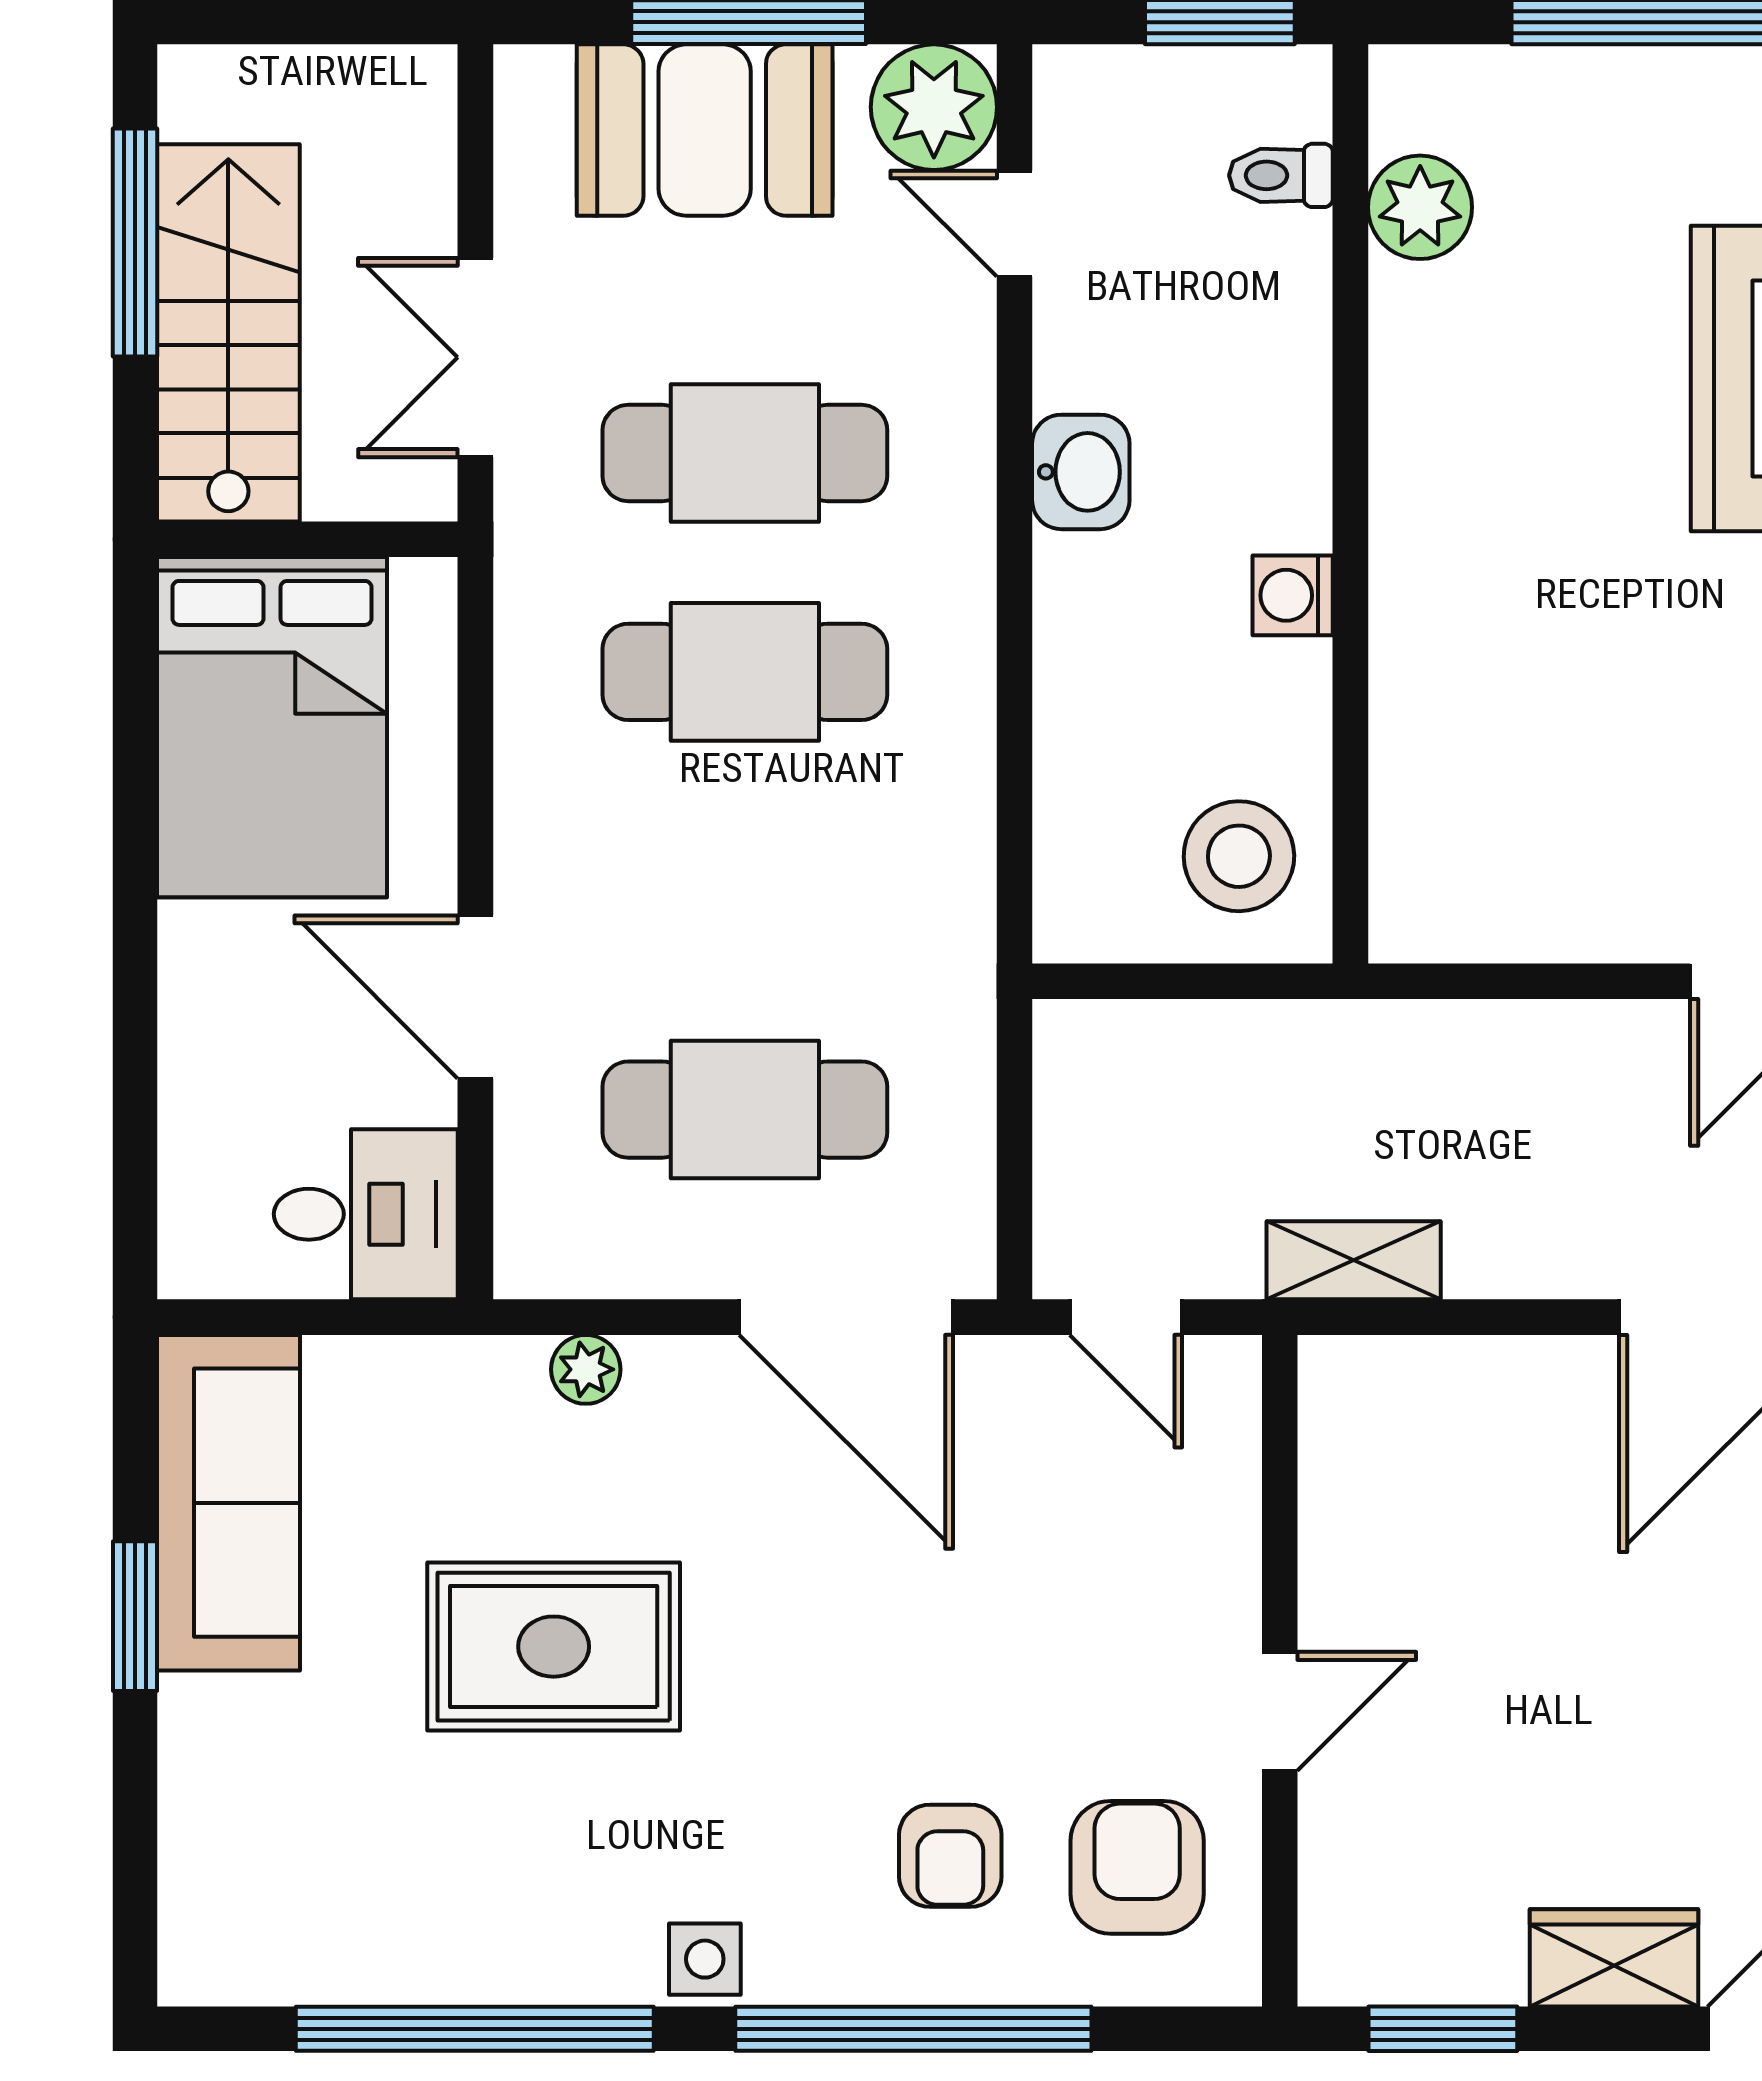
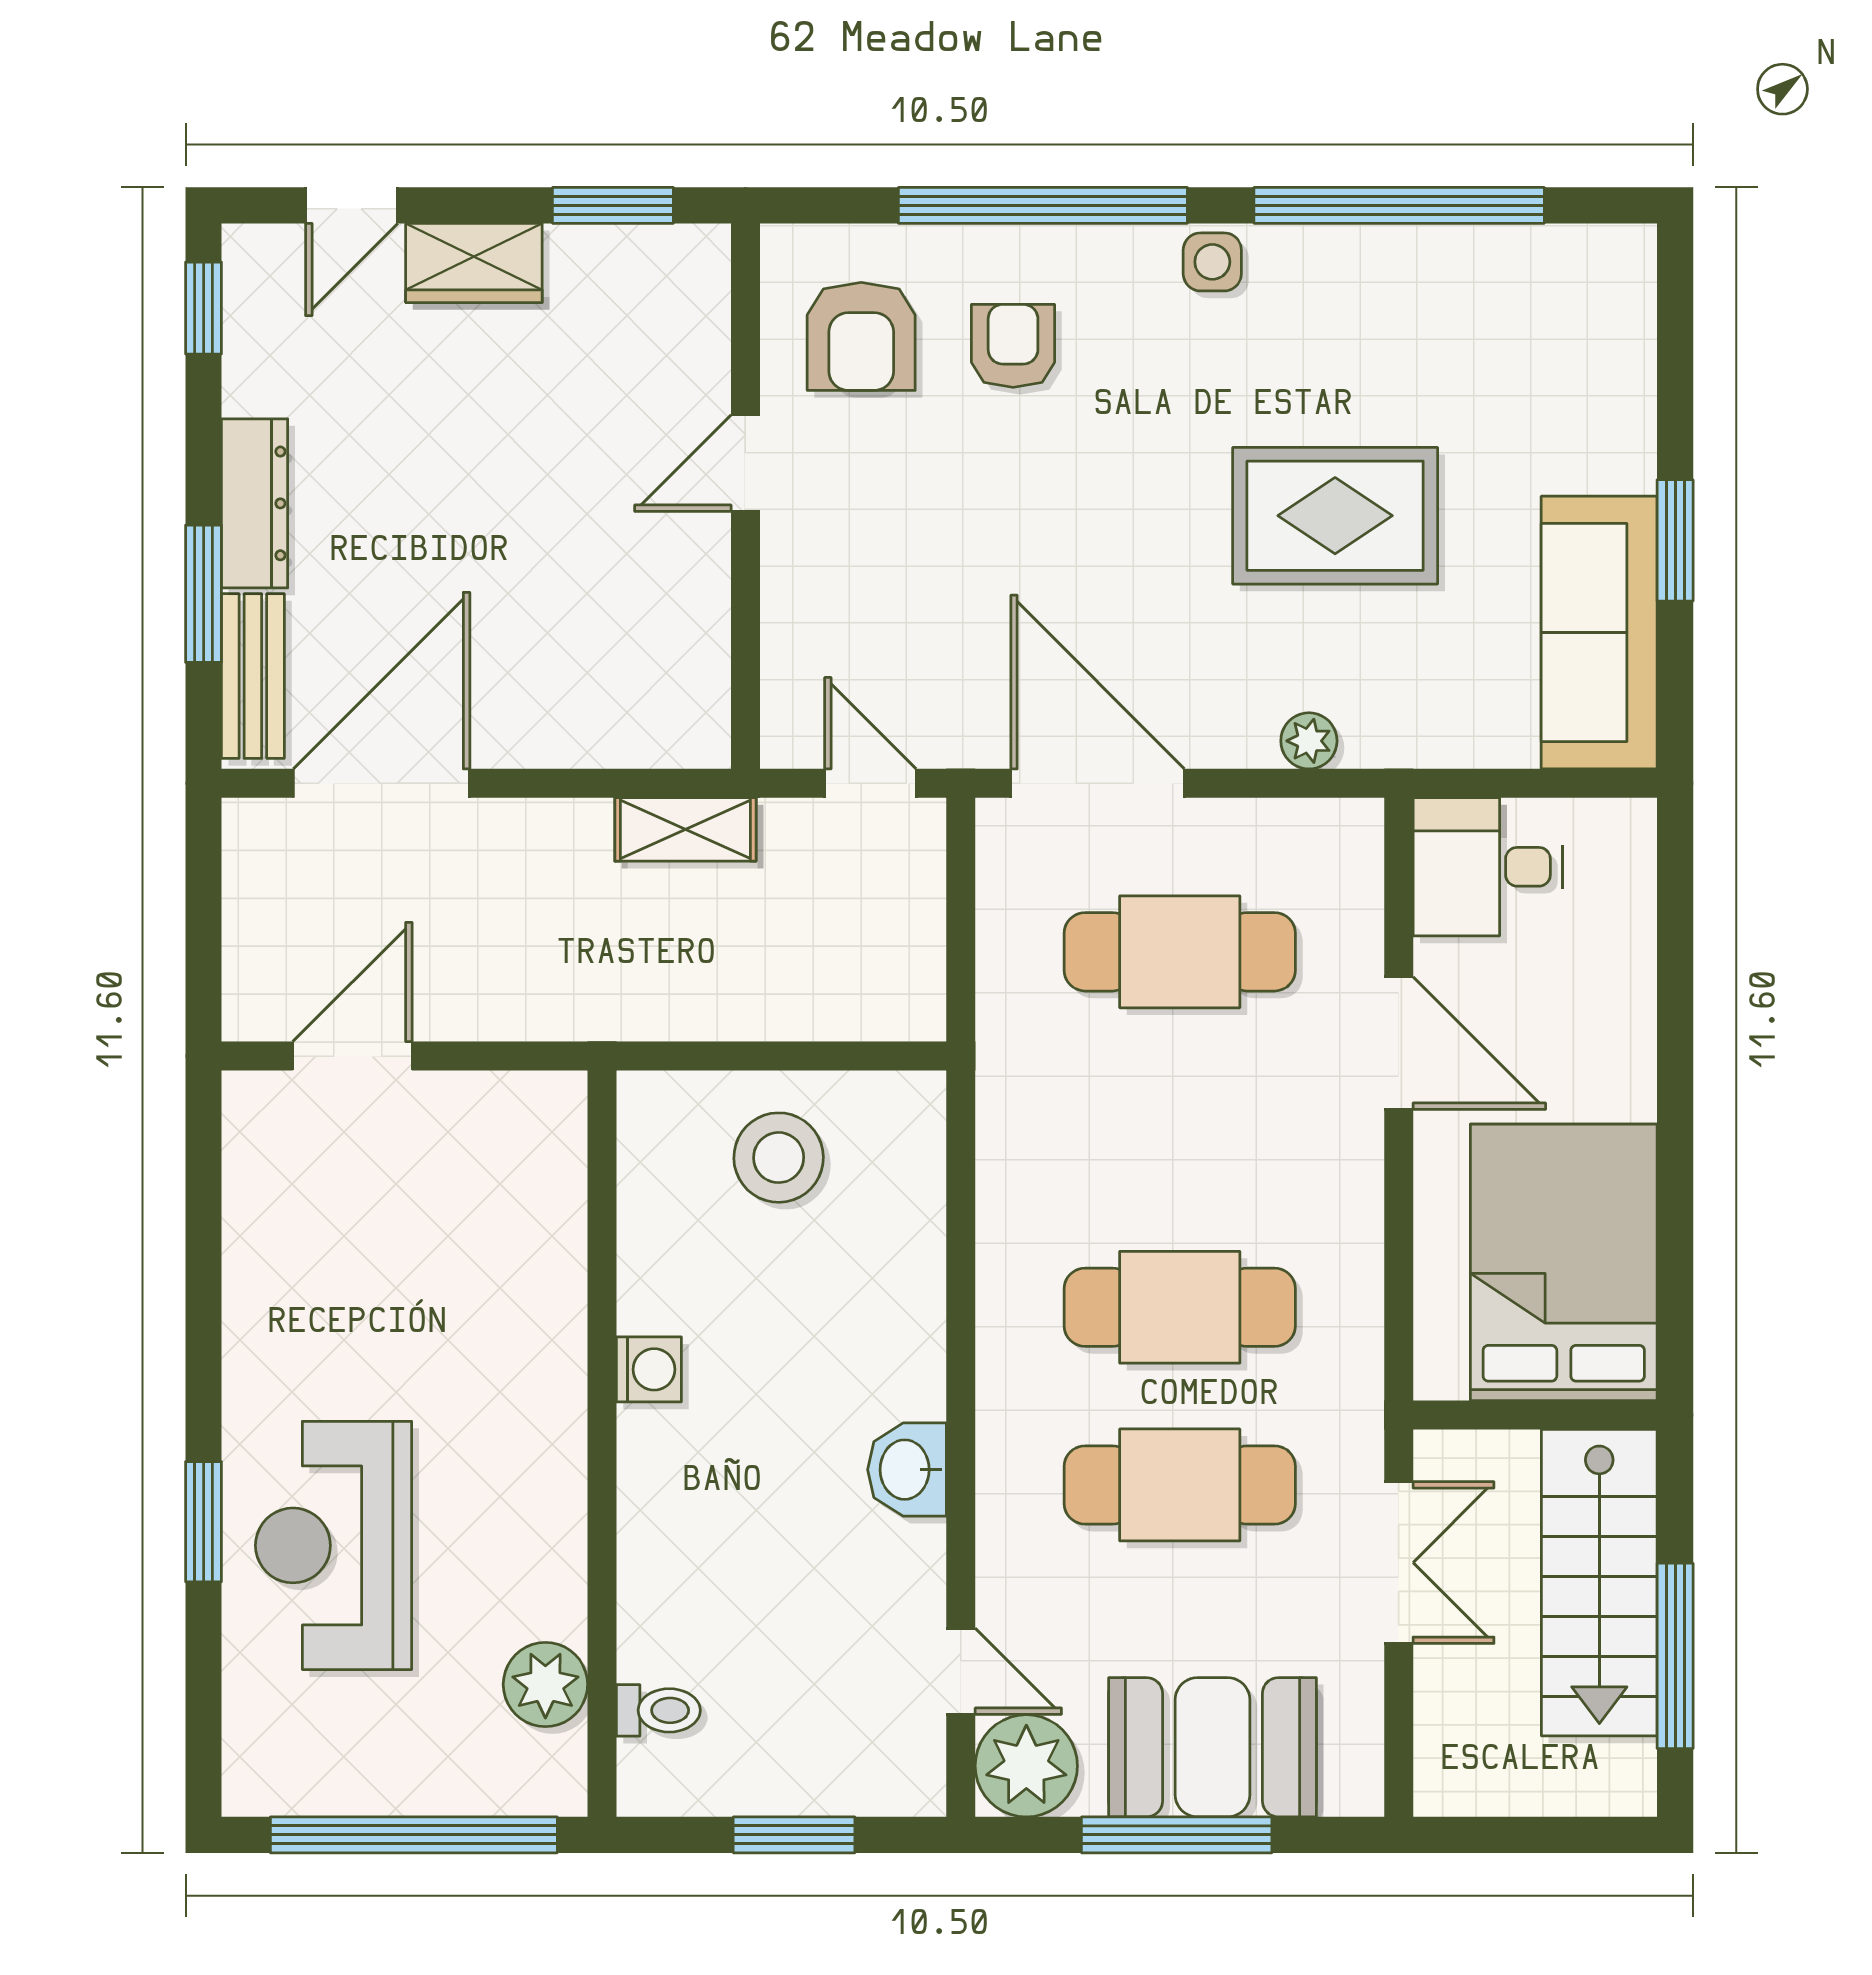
toilet: (1281, 175) -> (658, 1710), moved
plant: (1420, 207) -> (545, 1684), moved
wall: (1350, 504) -> (602, 1444), moved
washing machine: (1293, 595) -> (649, 1369), moved

